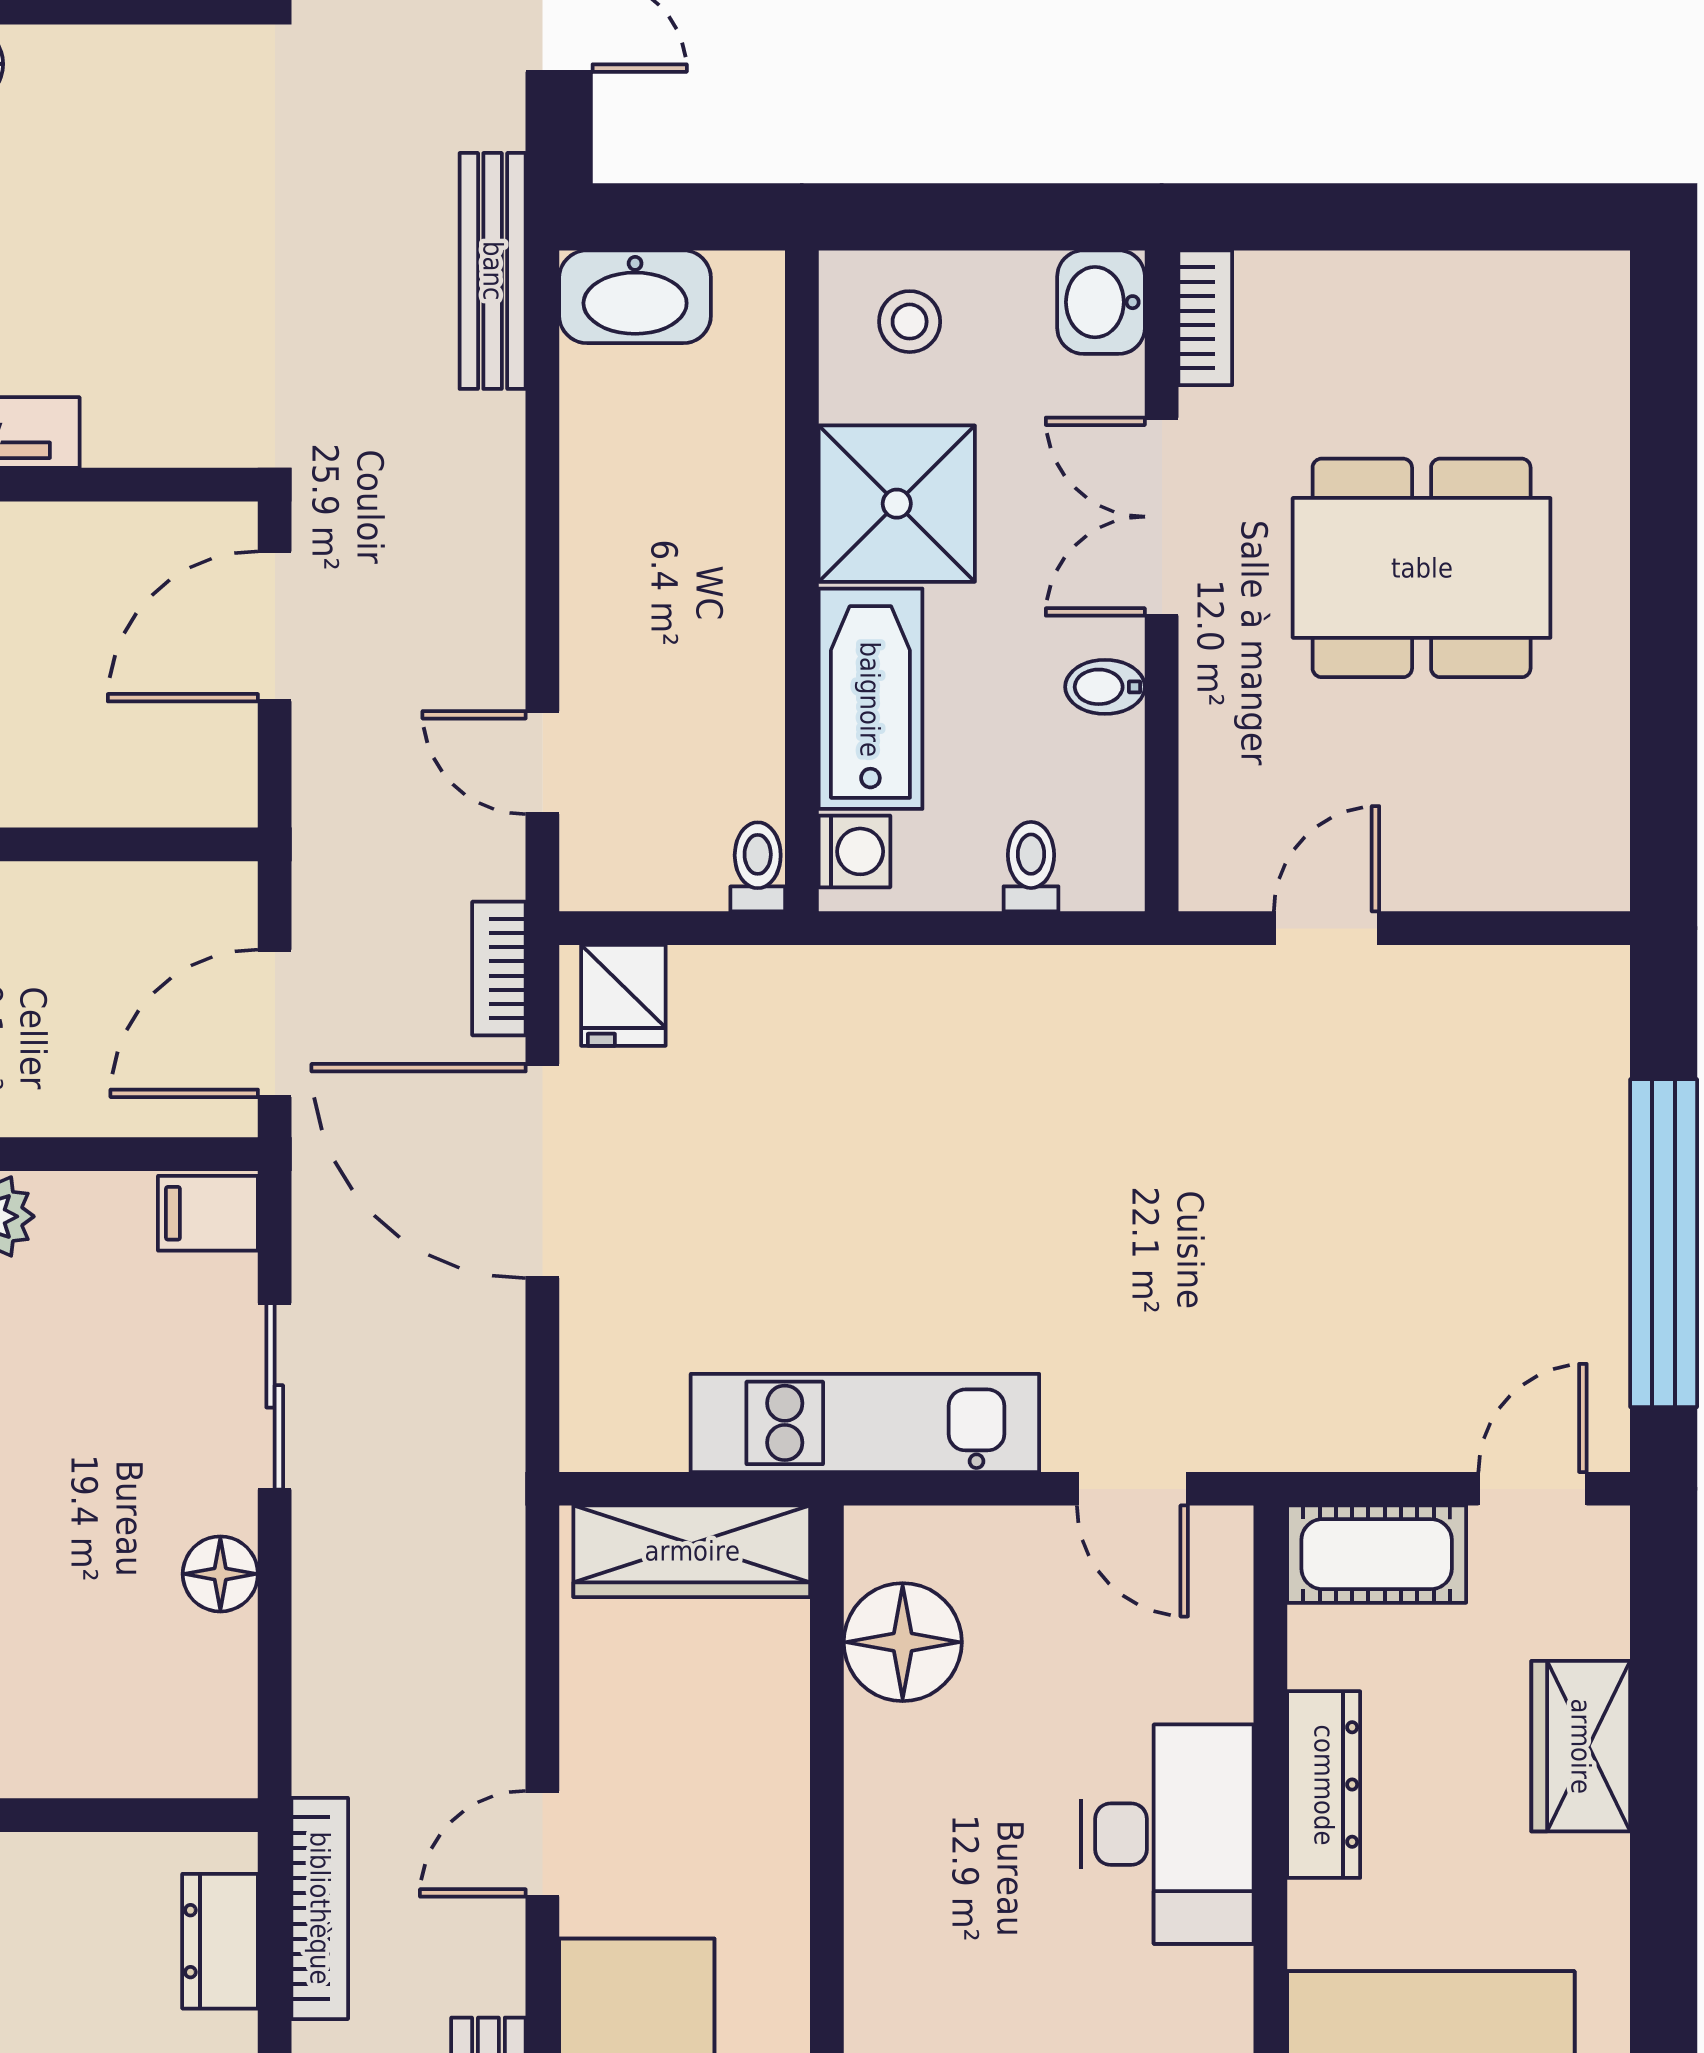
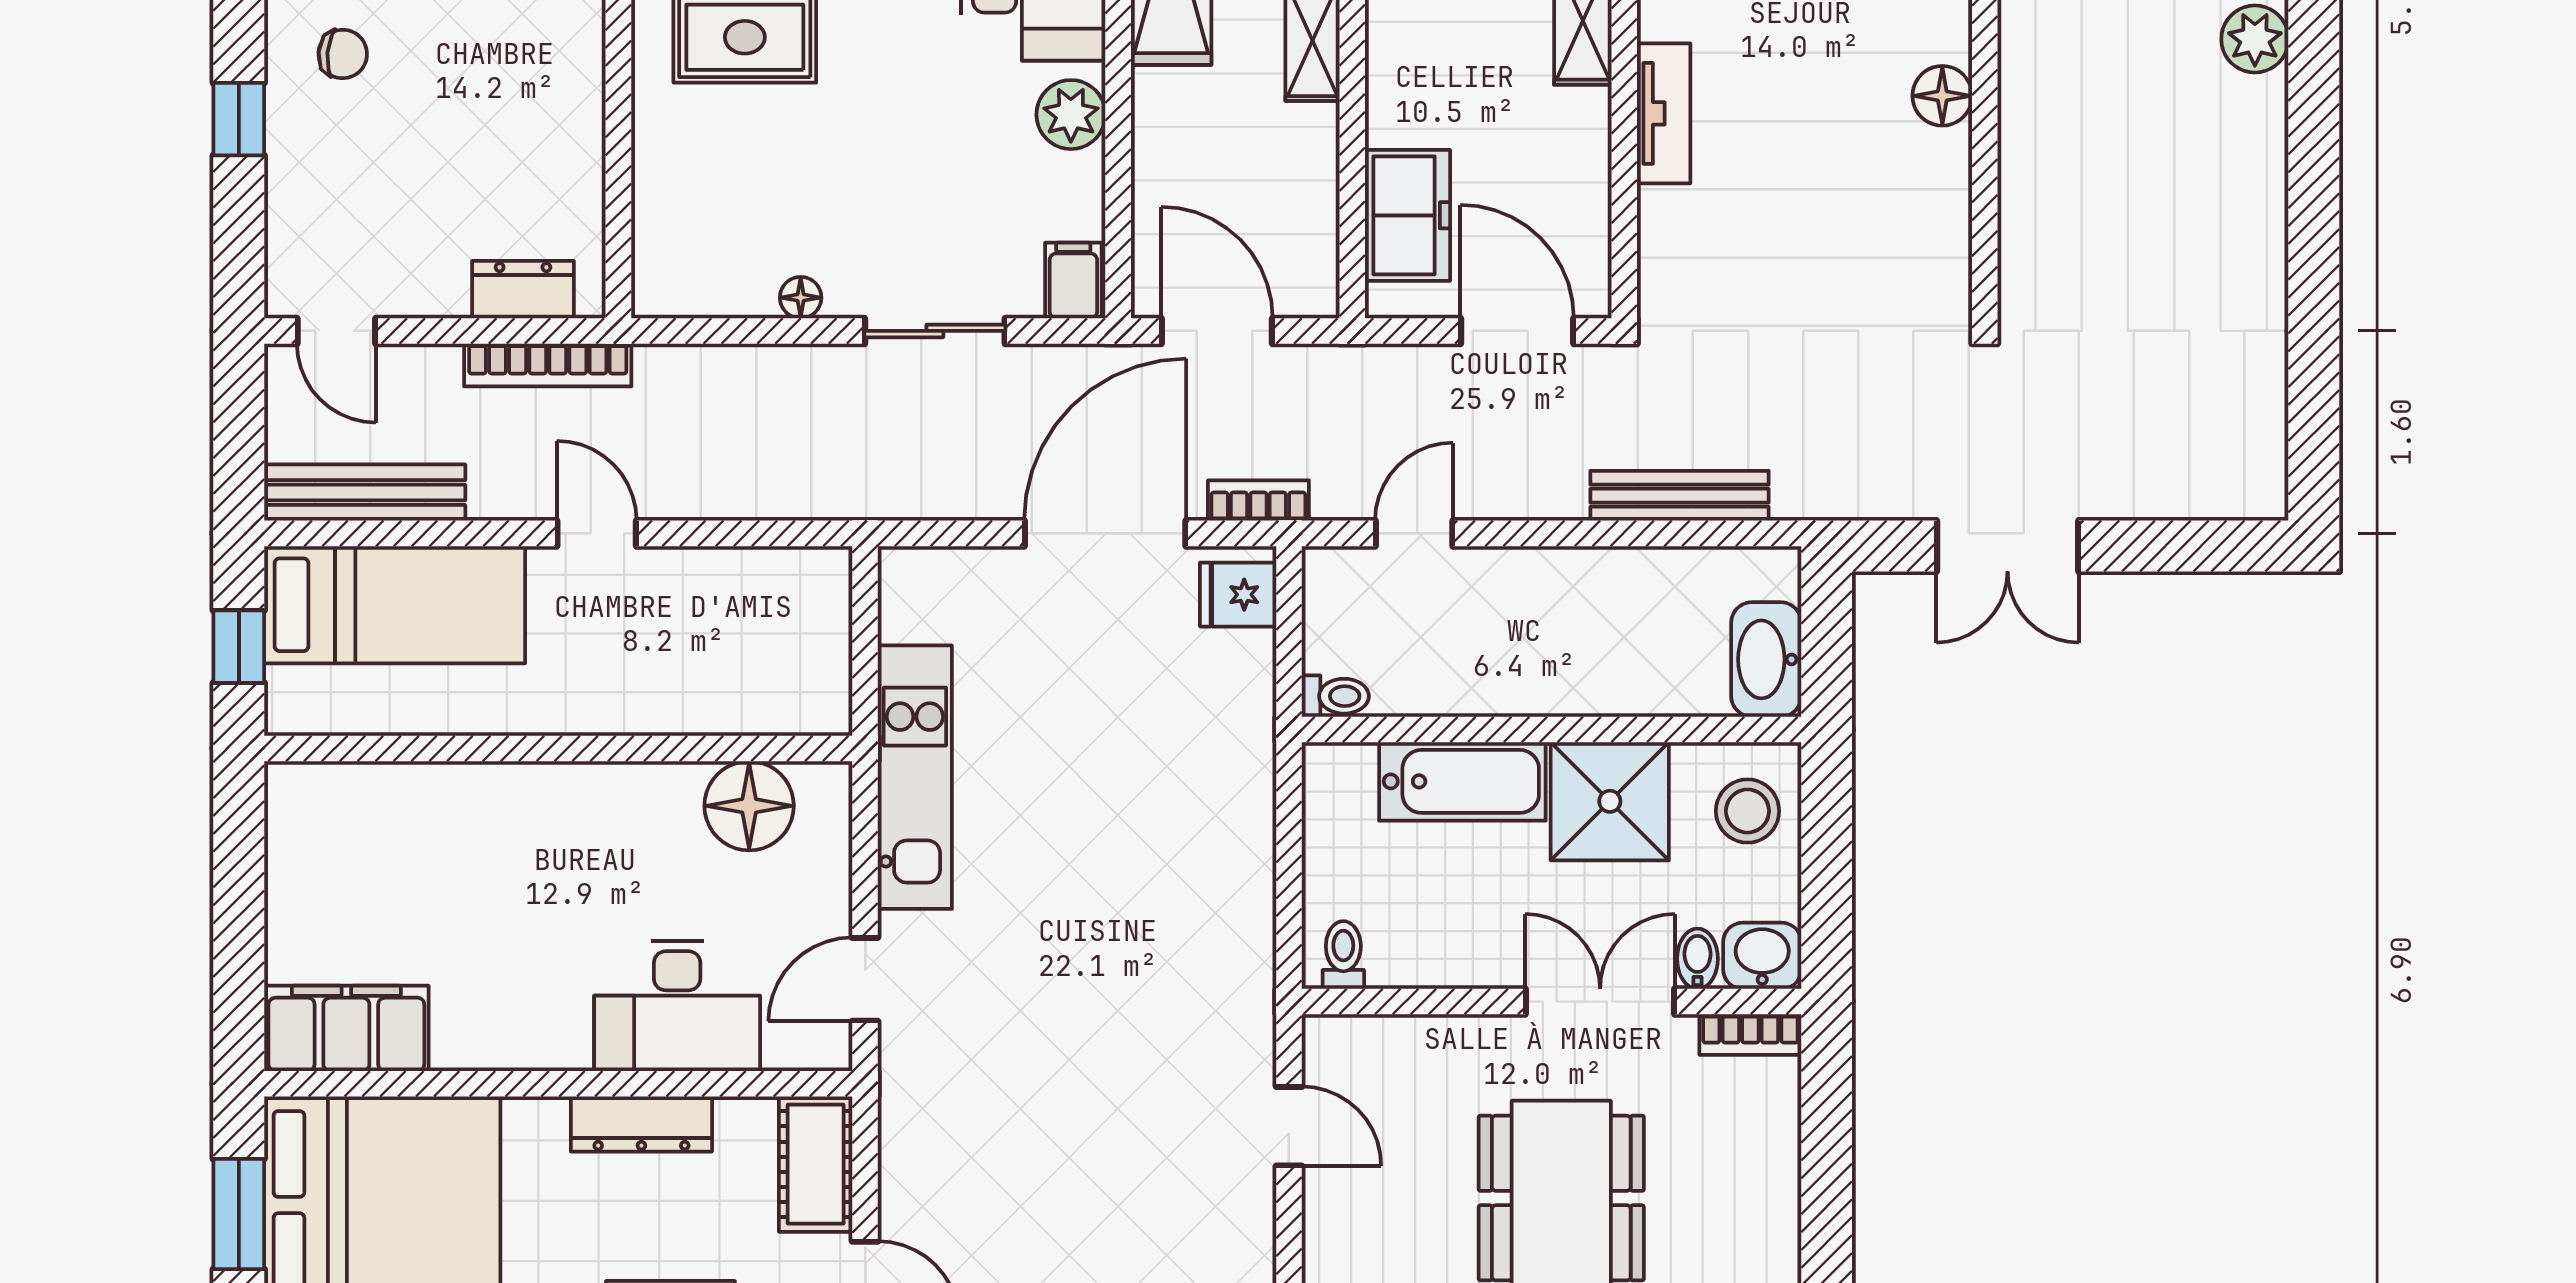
bench: (493, 271) -> (1680, 496), moved
washbasin: (635, 297) -> (1766, 659), moved
stool: (910, 322) -> (1747, 811), width x1.37, depth x1.37
bidet: (1105, 687) -> (1697, 959), moved
freezer: (122, 771) -> (1407, 215), added
washing machine: (854, 851) -> (1347, 769), removed
toilet: (1031, 867) -> (1343, 955), moved, turned -90
wardrobe: (692, 1551) -> (818, 646), removed
floor lamp: (220, 1574) -> (801, 298), width x0.73, depth x0.73
desk: (1167, 1834) -> (677, 1006), moved

